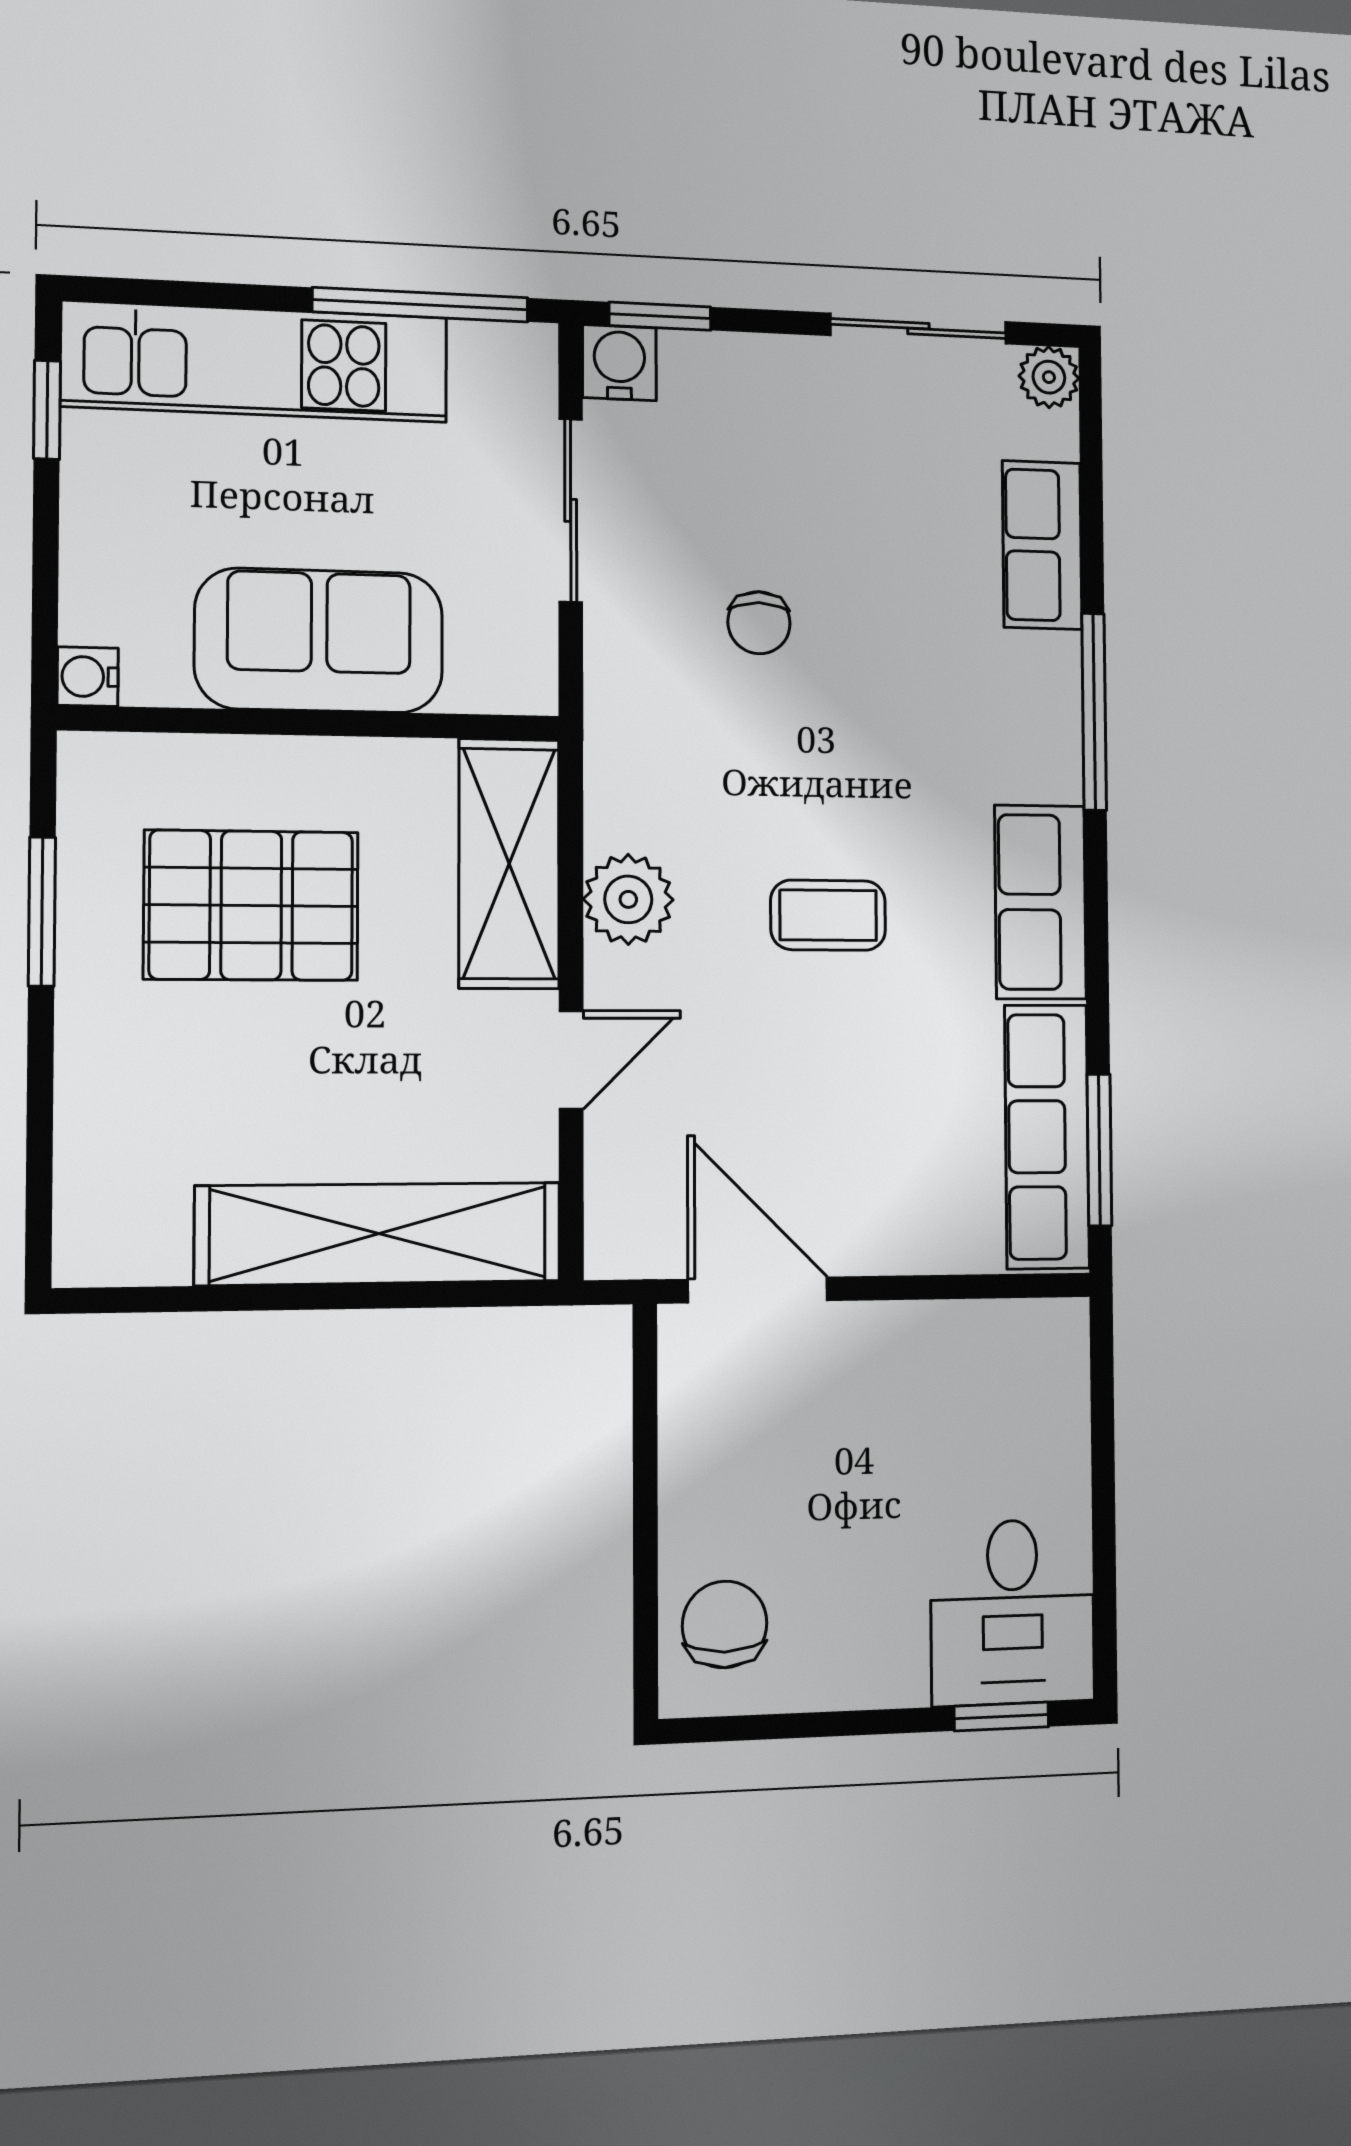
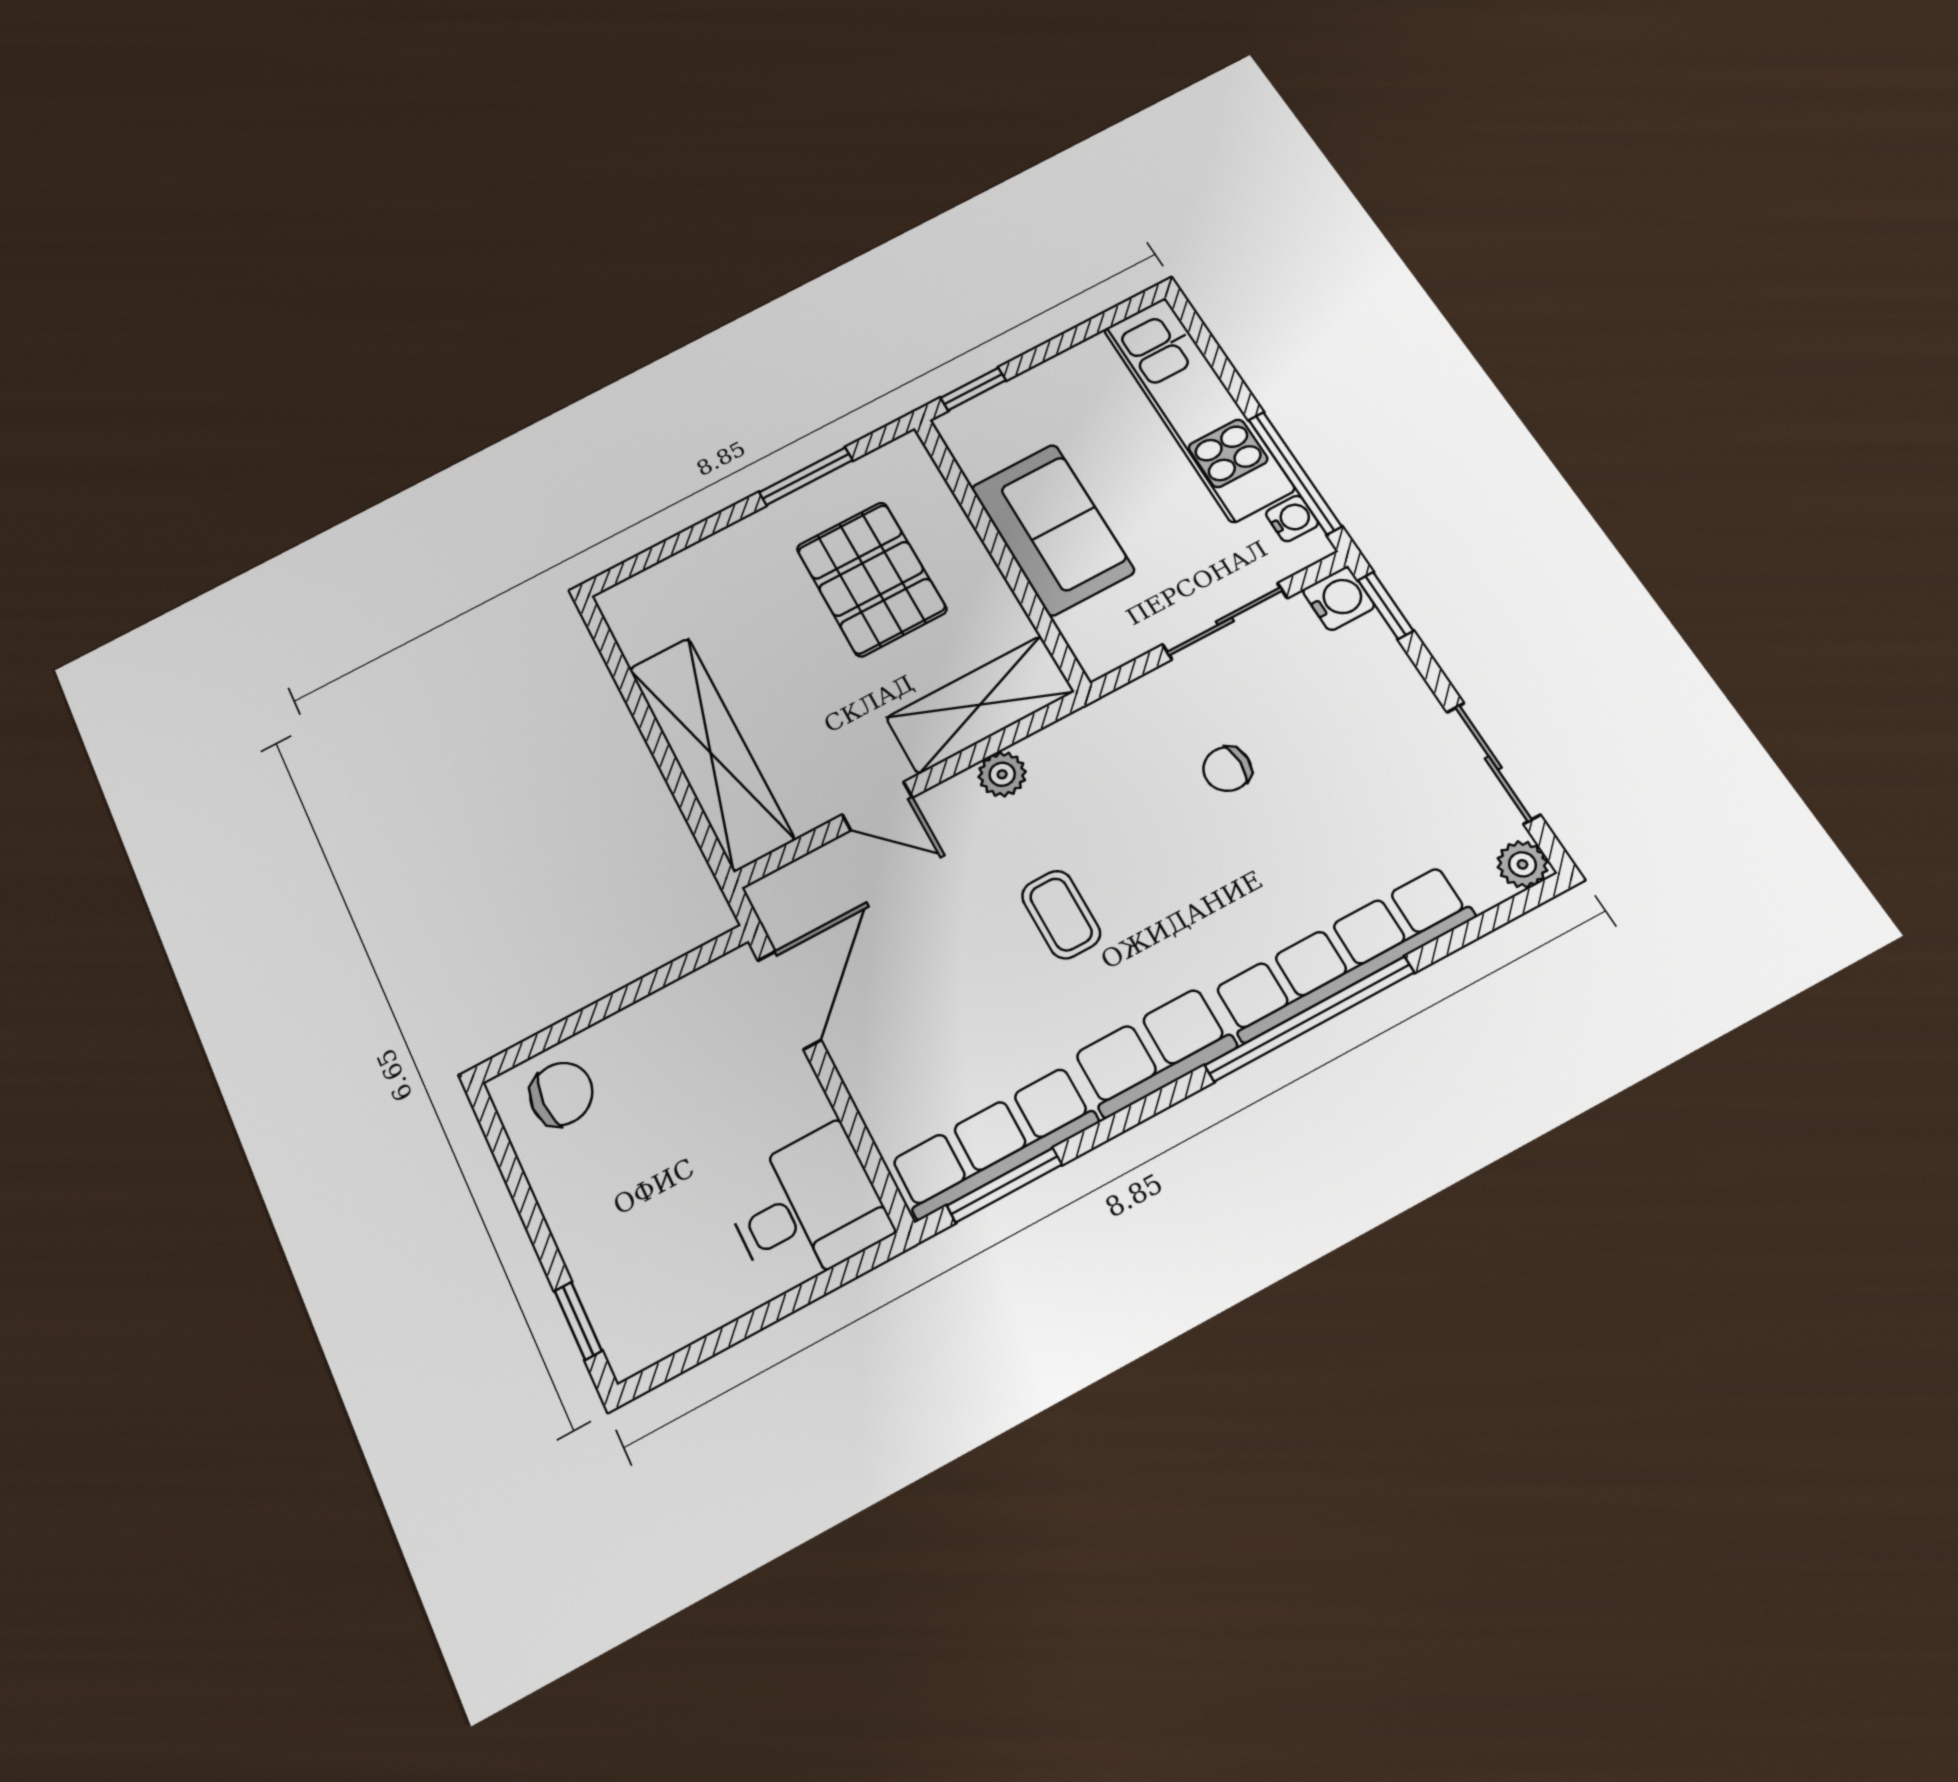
window: (47, 410) -> (973, 389), moved
row of seats: (1042, 545) -> (1344, 954), width x2.02
water cooler: (88, 677) -> (1292, 518), moved, turned 90
window: (1094, 712) -> (1310, 1019), width x1.46
plant: (628, 899) -> (1002, 774), width x0.73, depth x0.73
desk: (1013, 1612) -> (806, 1208), moved, turned 180

